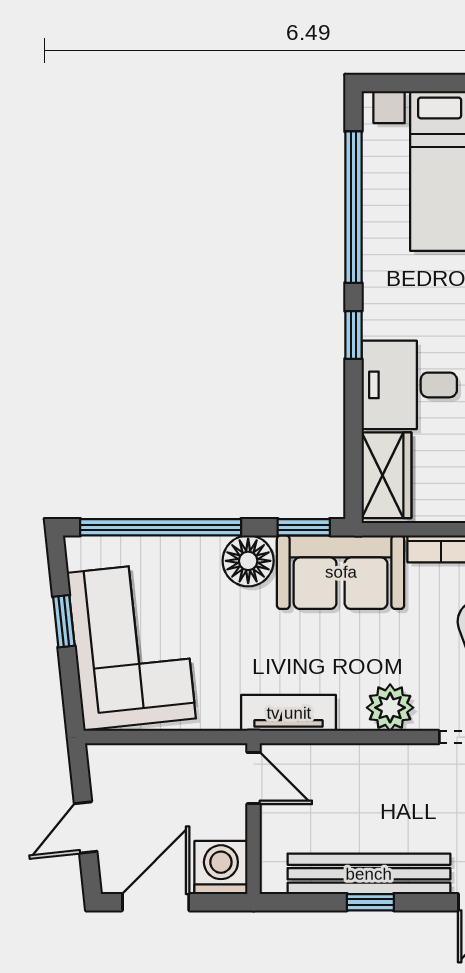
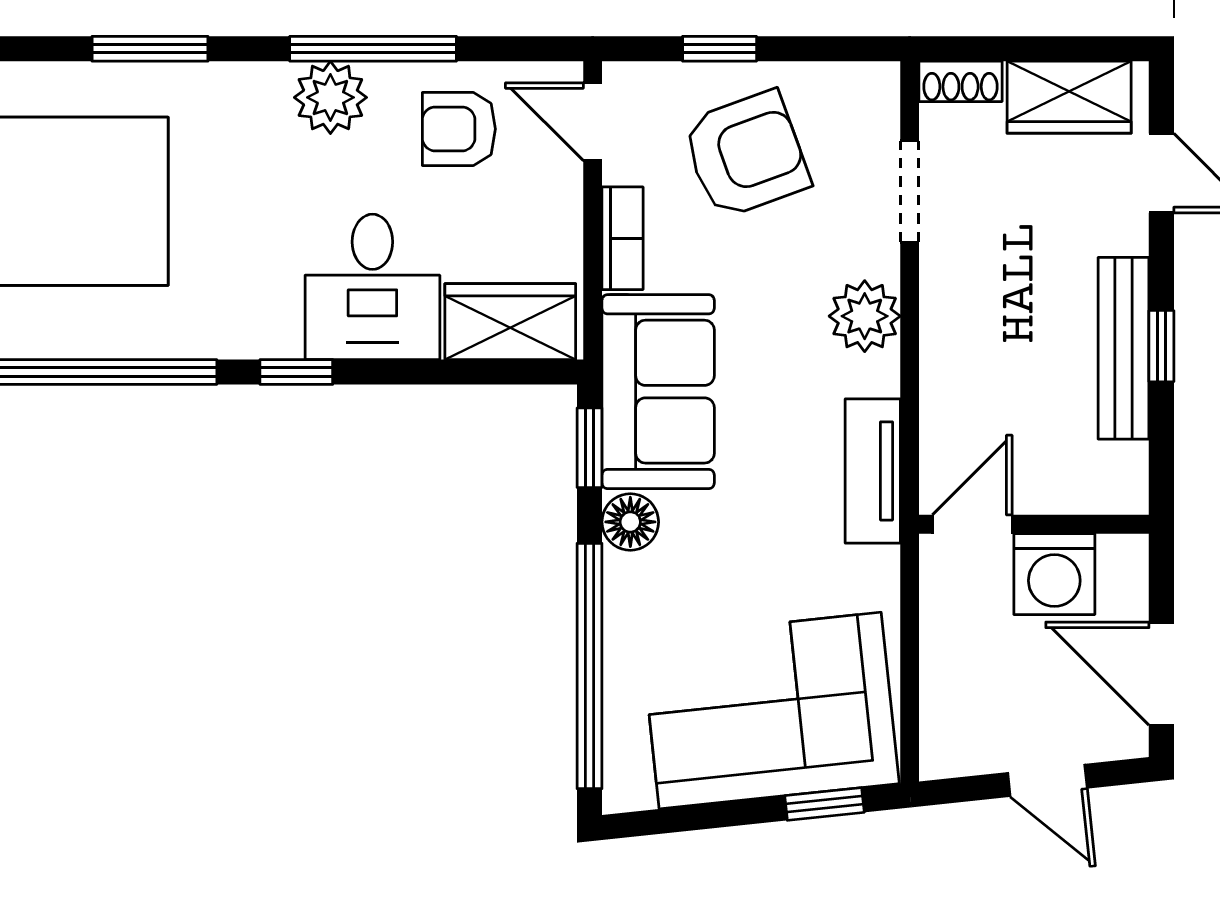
floor lamp: (248, 561) -> (630, 522), width x0.73, depth x0.73
window: (64, 621) -> (825, 804), moved
washing machine: (221, 867) -> (1054, 574), moved, turned -90
bench: (369, 874) -> (1124, 348), width x0.73, depth x0.82

